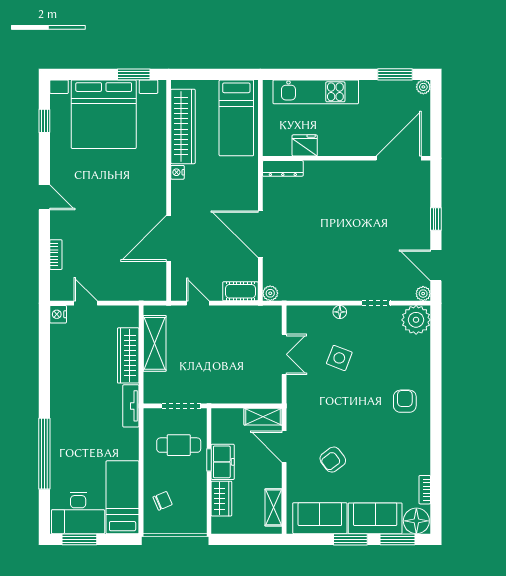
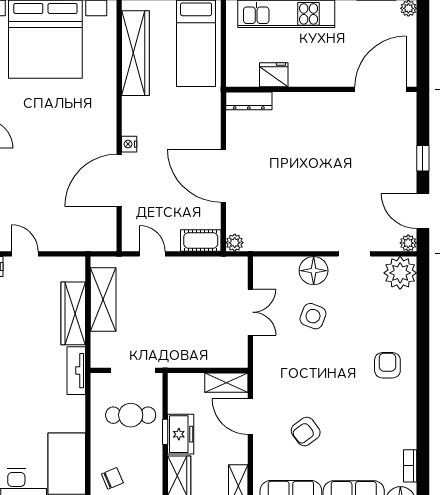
nightstand: (177, 172) -> (129, 144), moved
floor lamp: (340, 312) -> (314, 271), width x1.89, depth x1.89

